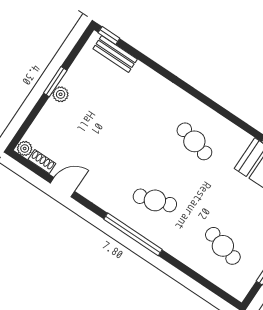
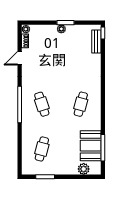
door: (63, 187) -> (20, 58), swing flipped

